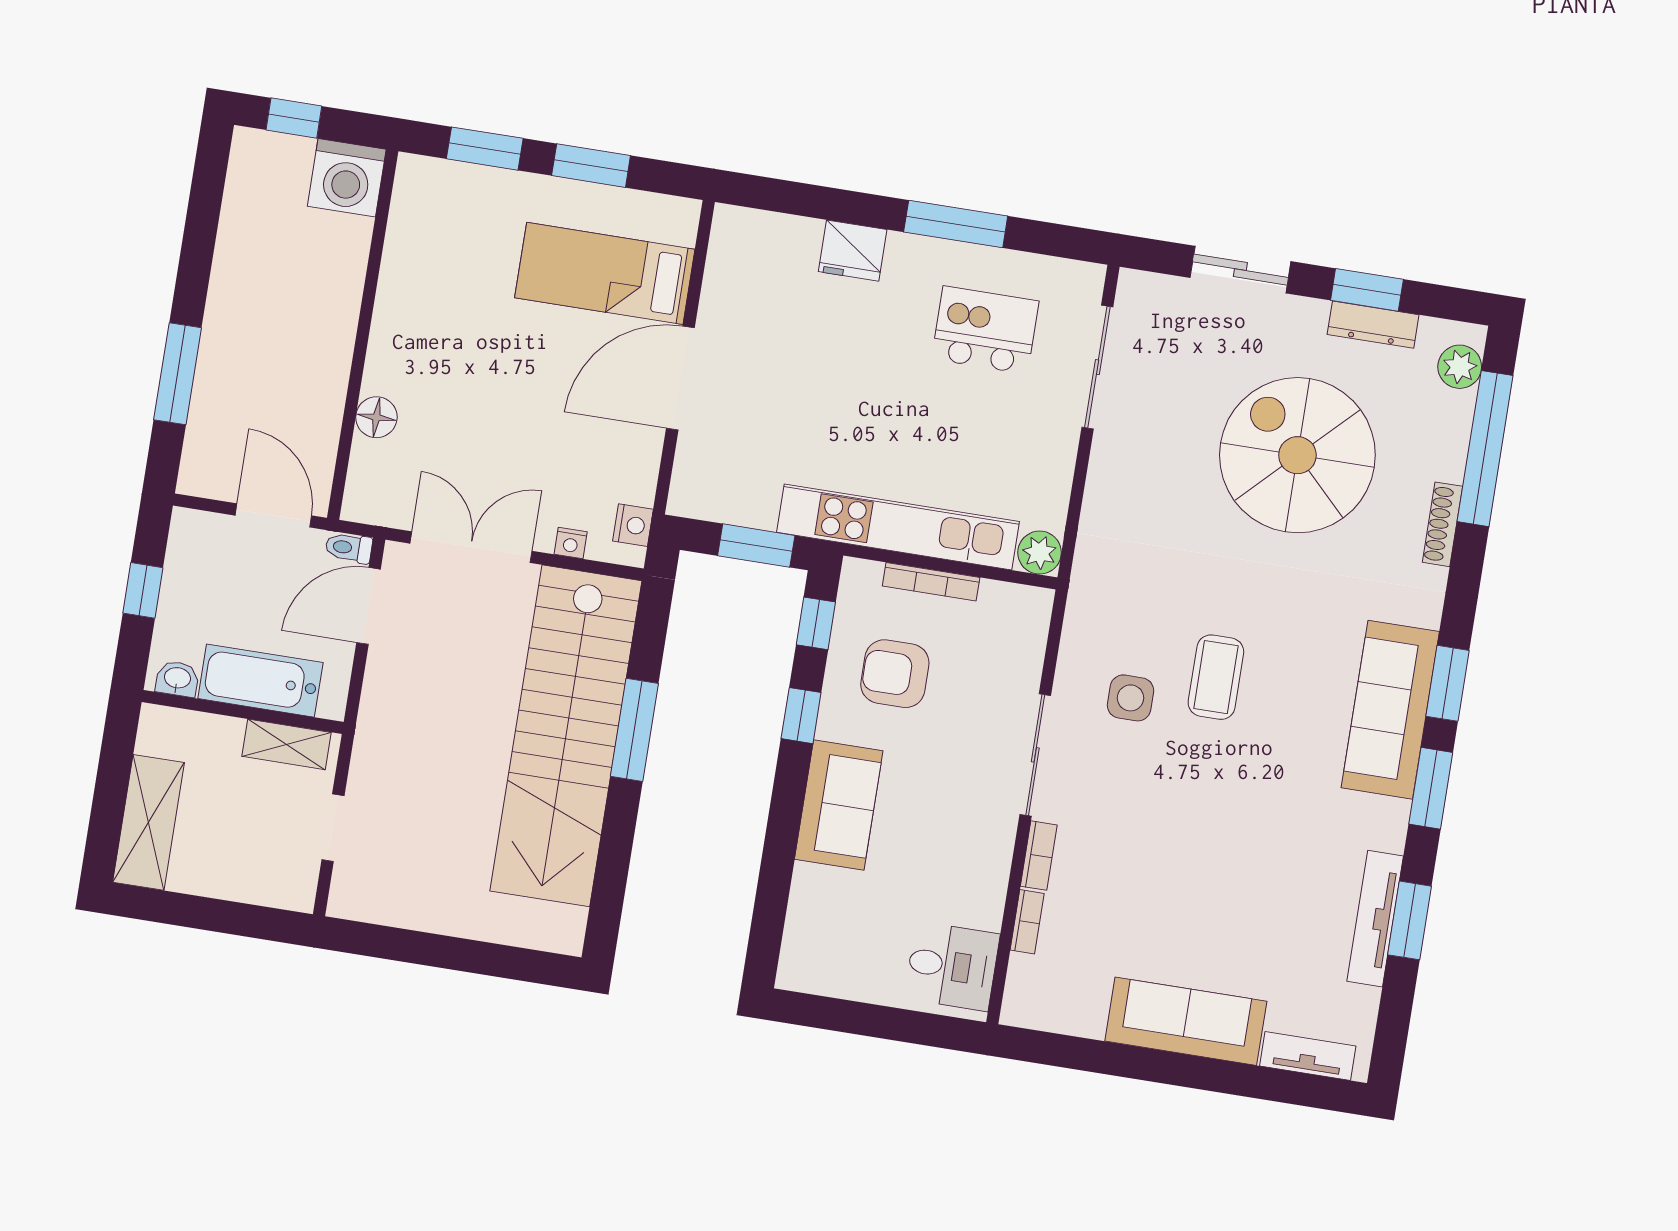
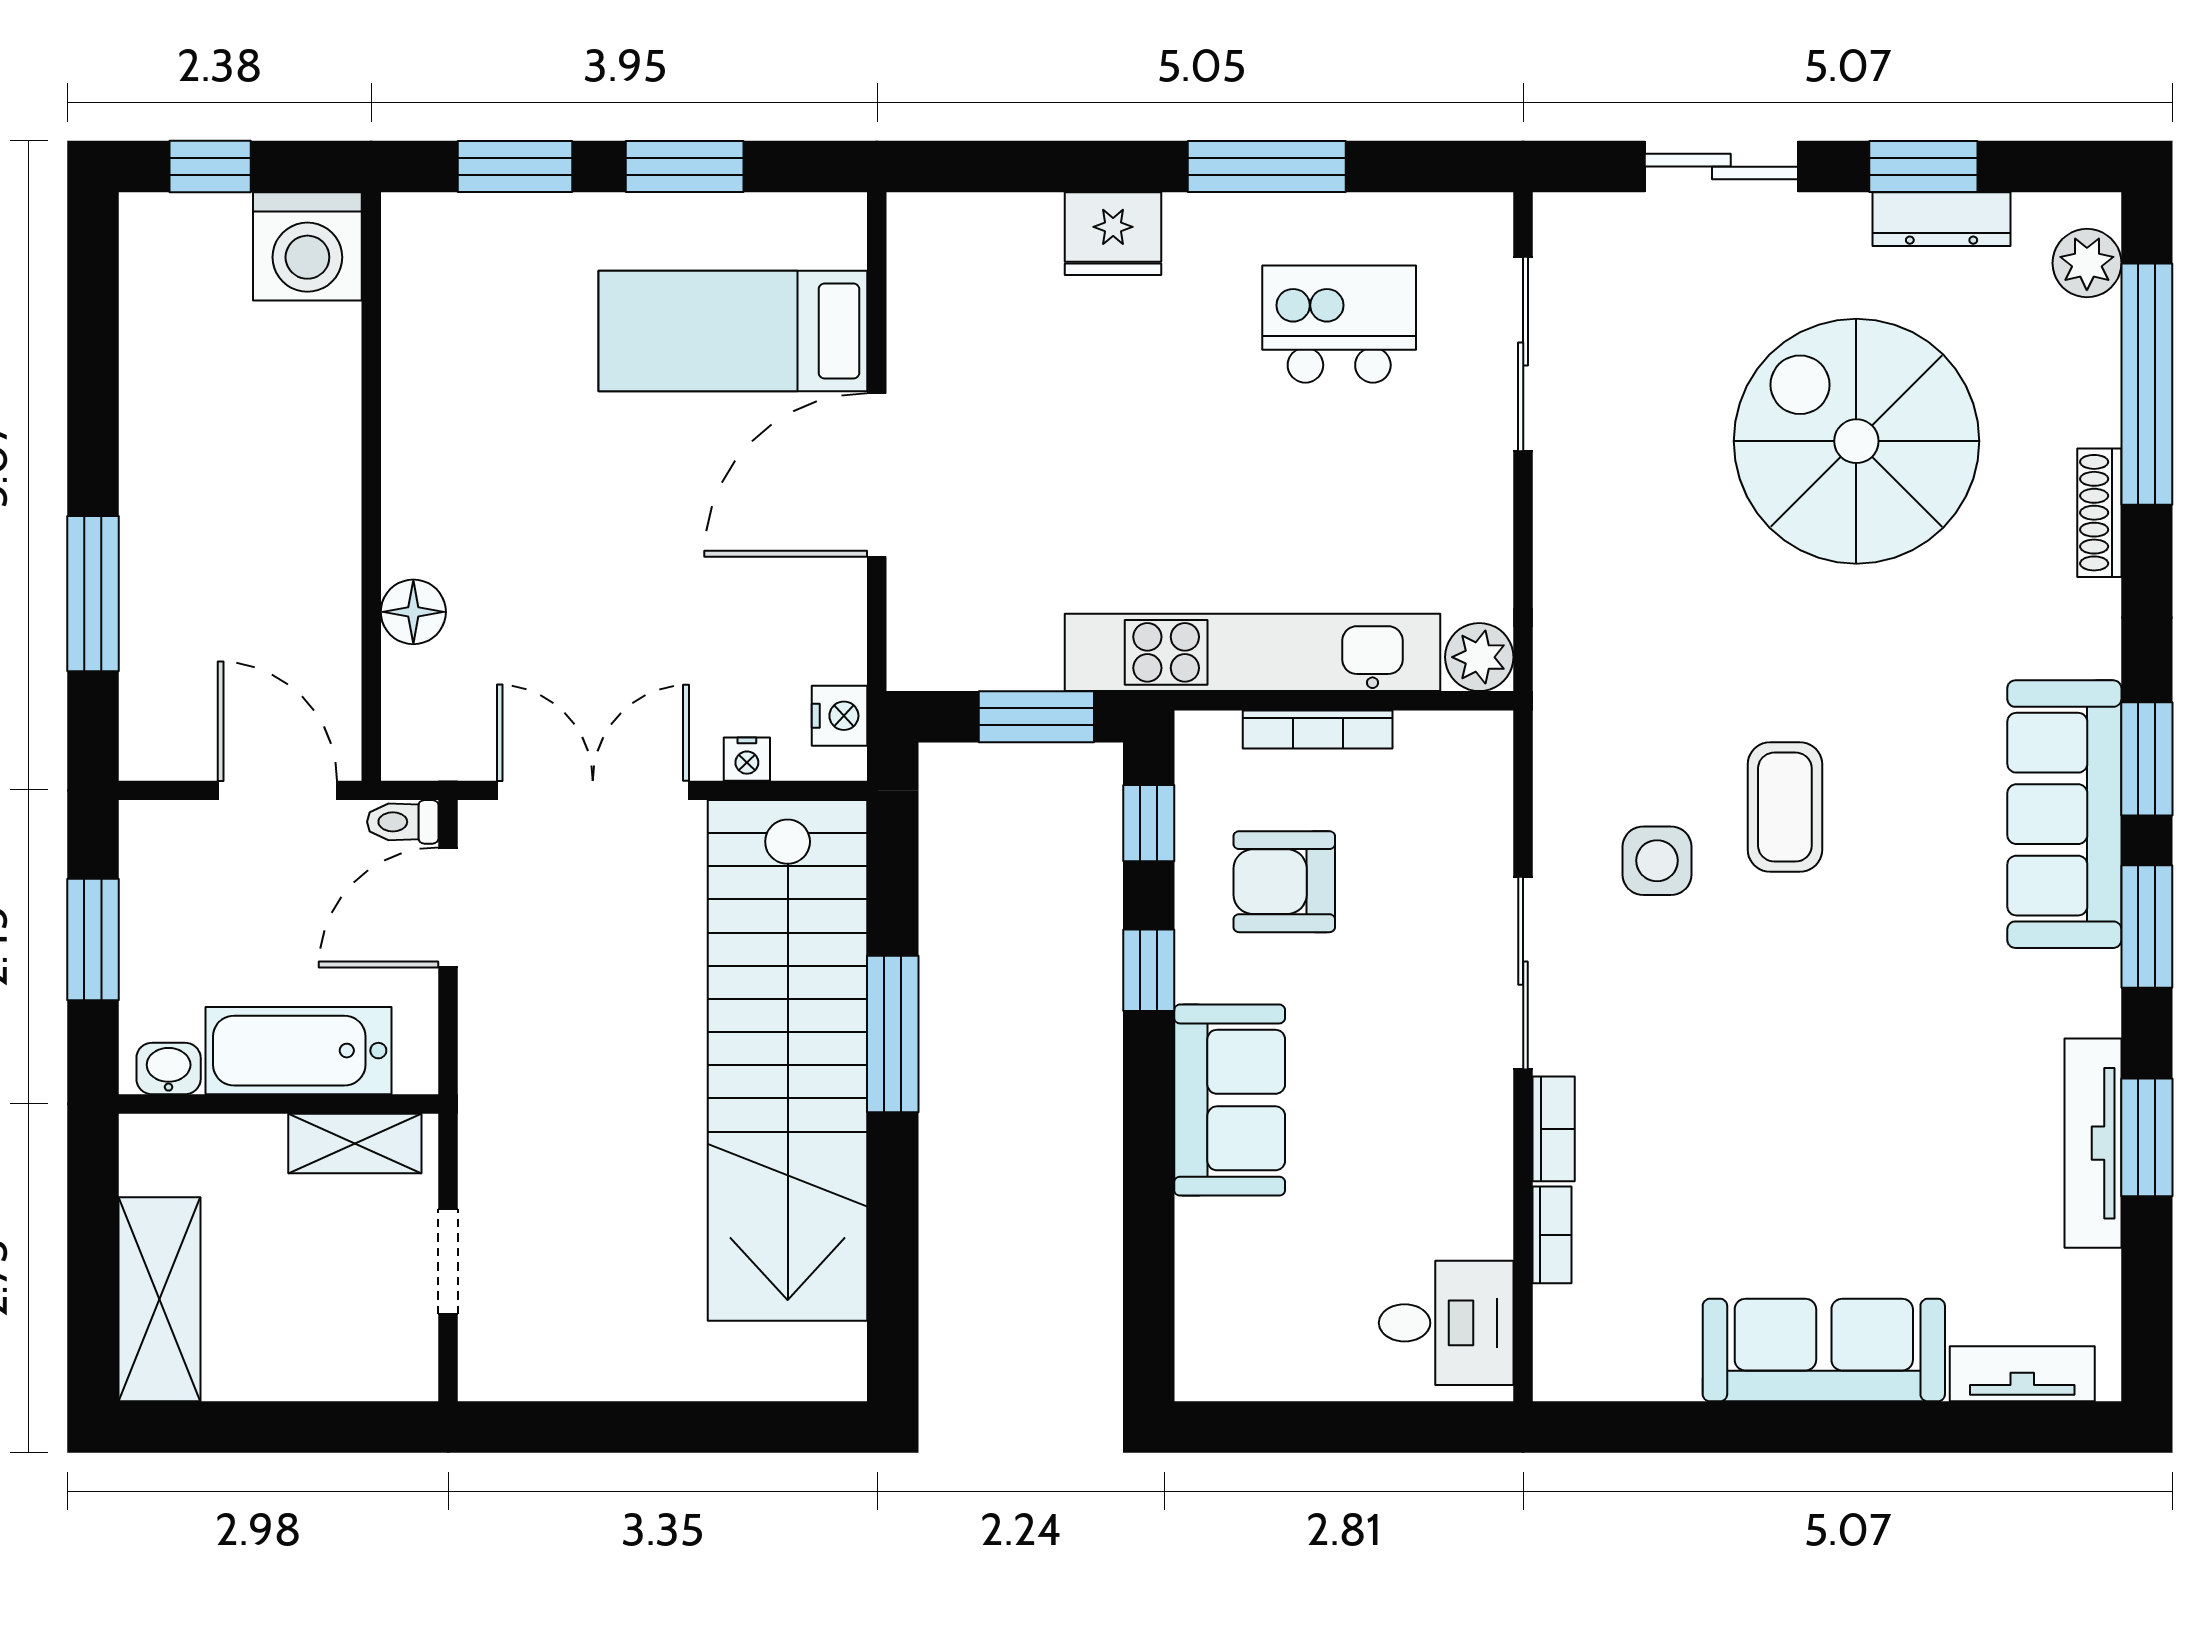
window: (143, 590) -> (93, 940), width x1.50

